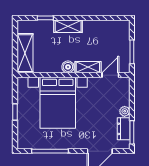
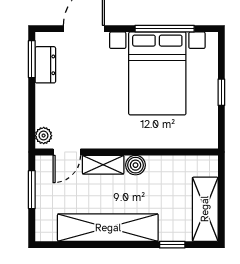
shelving: (68, 26) -> (108, 228), width x2.20, depth x1.33
shelving: (25, 53) -> (205, 209), moved
bed with nightstands: (58, 103) -> (157, 73), moved, turned 180
plant: (125, 111) -> (44, 136), moved

